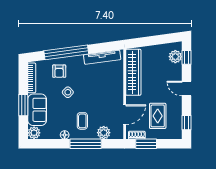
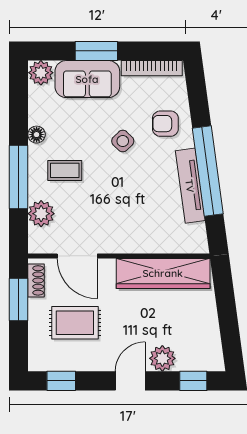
window: (66, 52) -> (208, 171), moved
tv unit: (102, 57) -> (190, 186), moved
plant: (175, 57) -> (162, 358), moved

